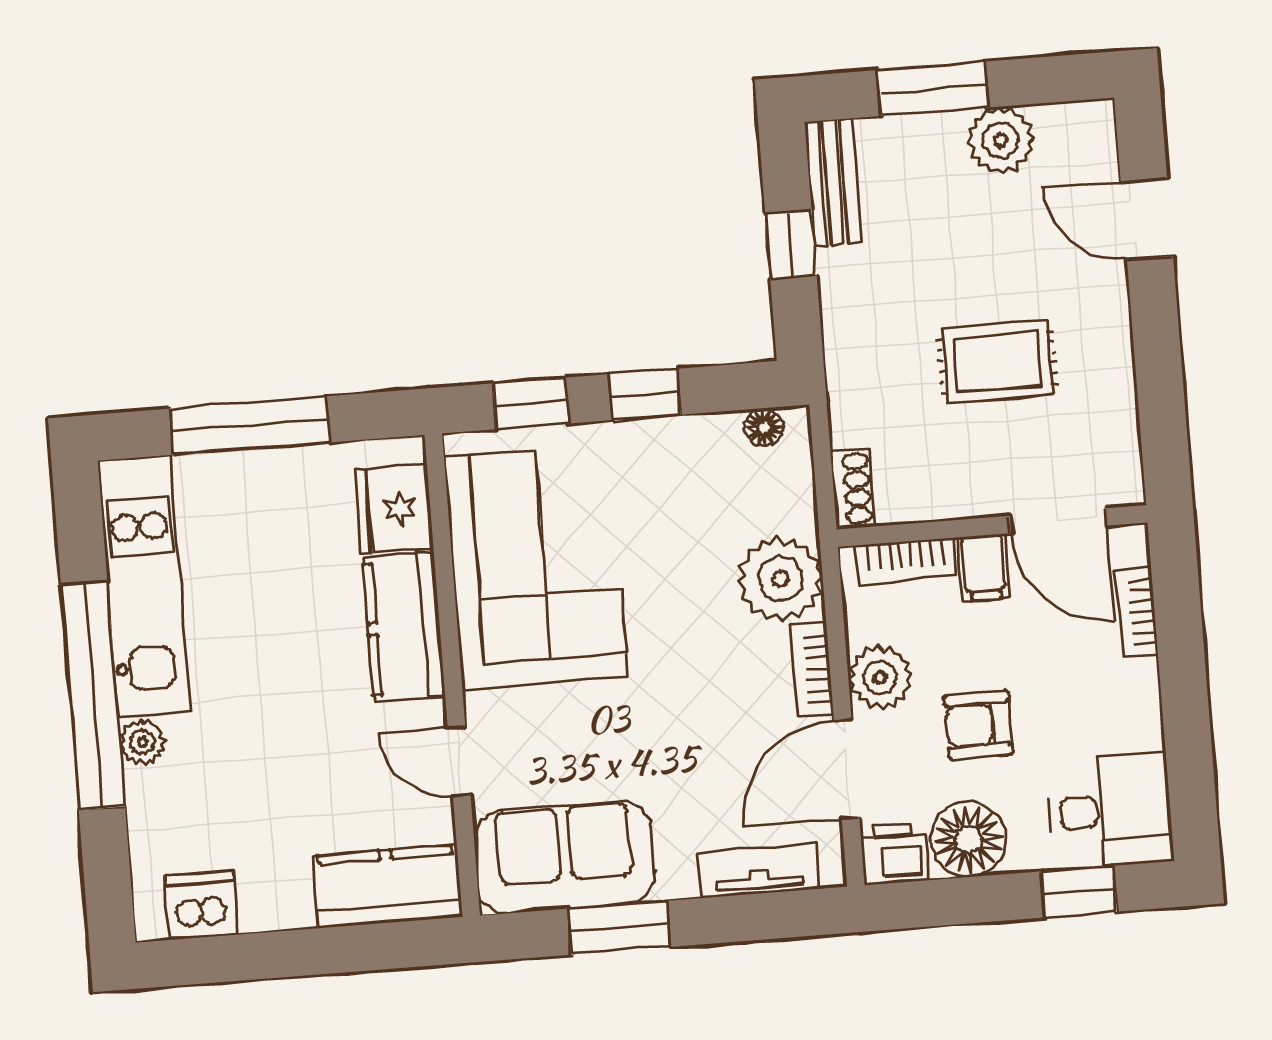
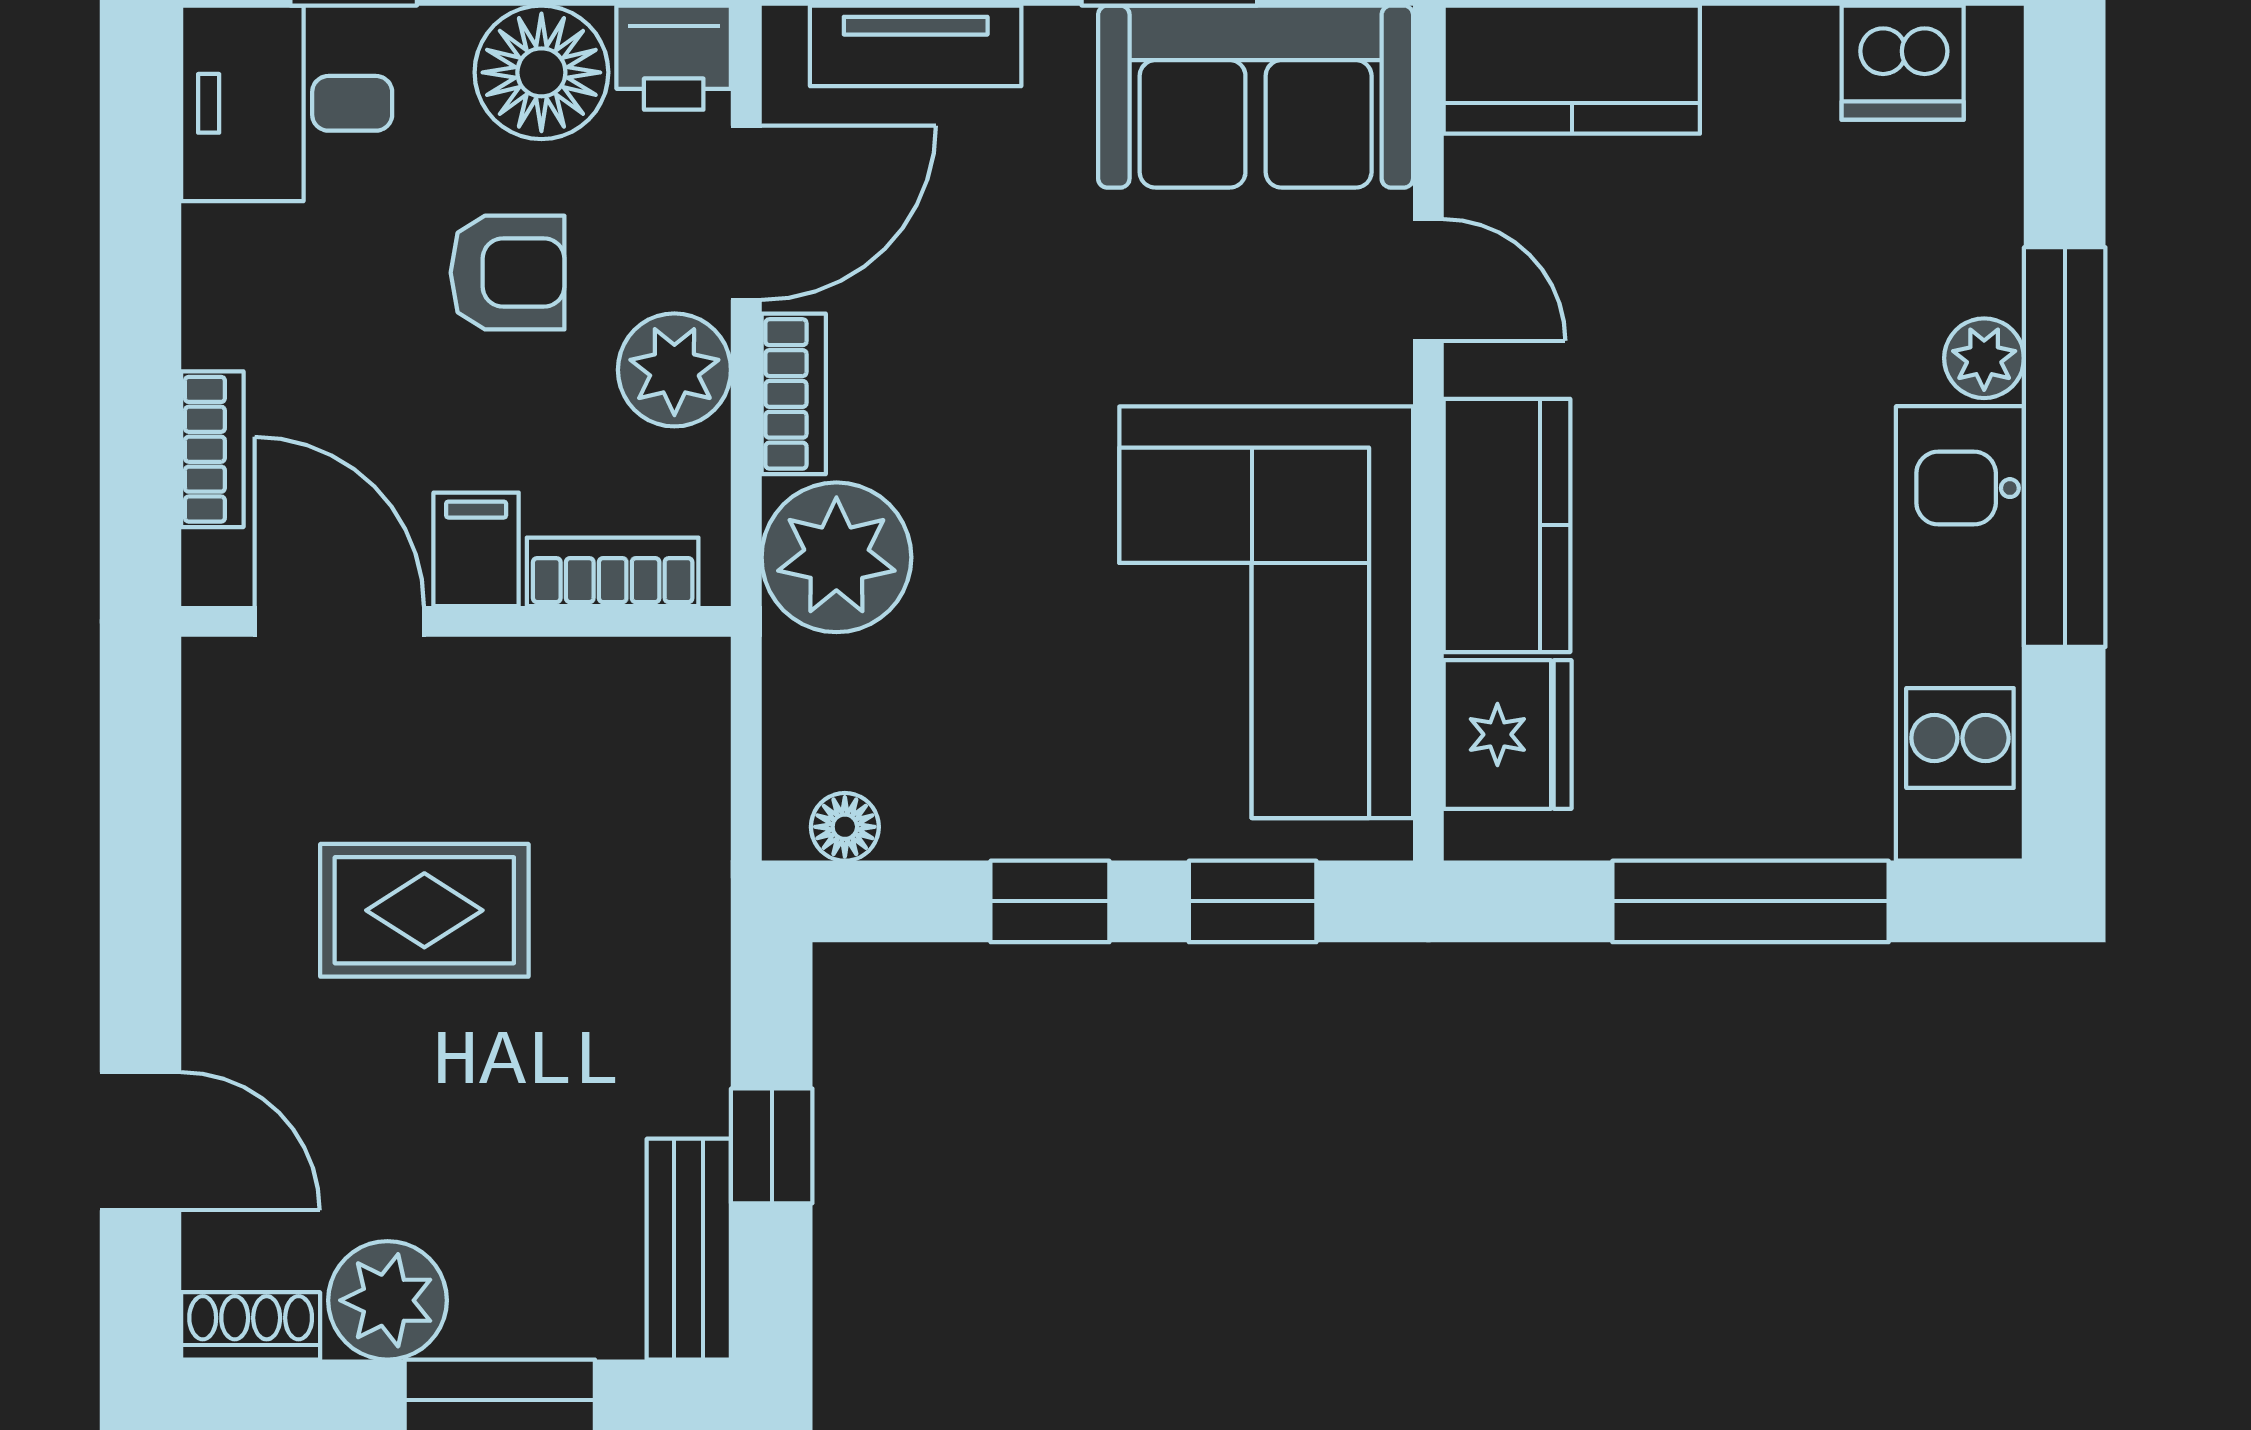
shoe rack: (852, 489) -> (251, 1326), moved, turned 90

